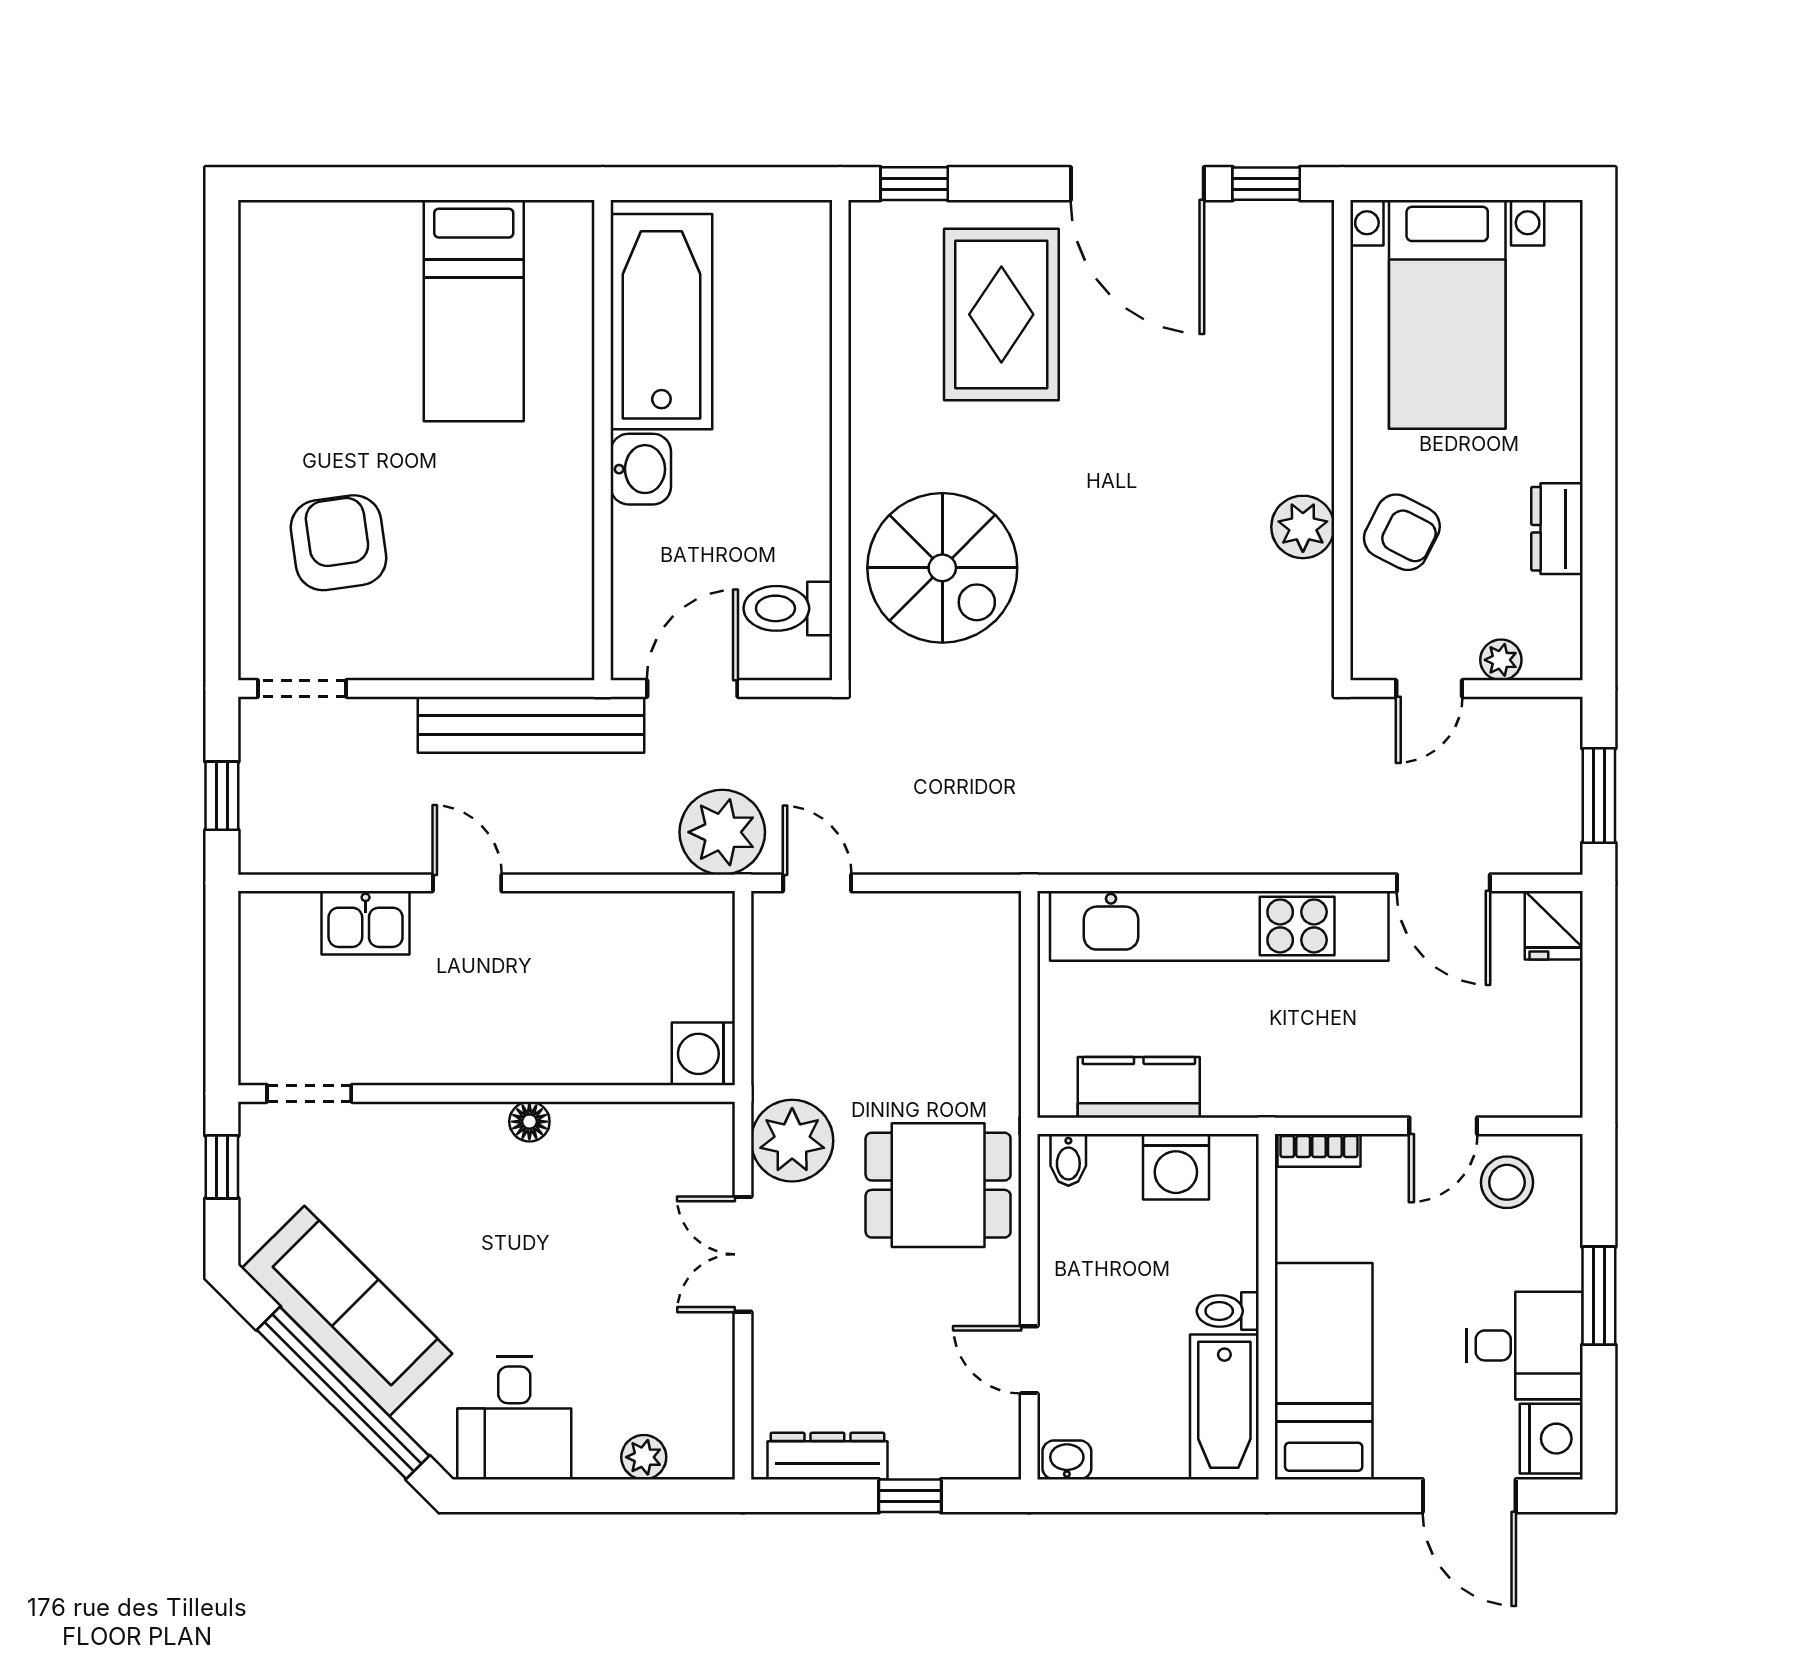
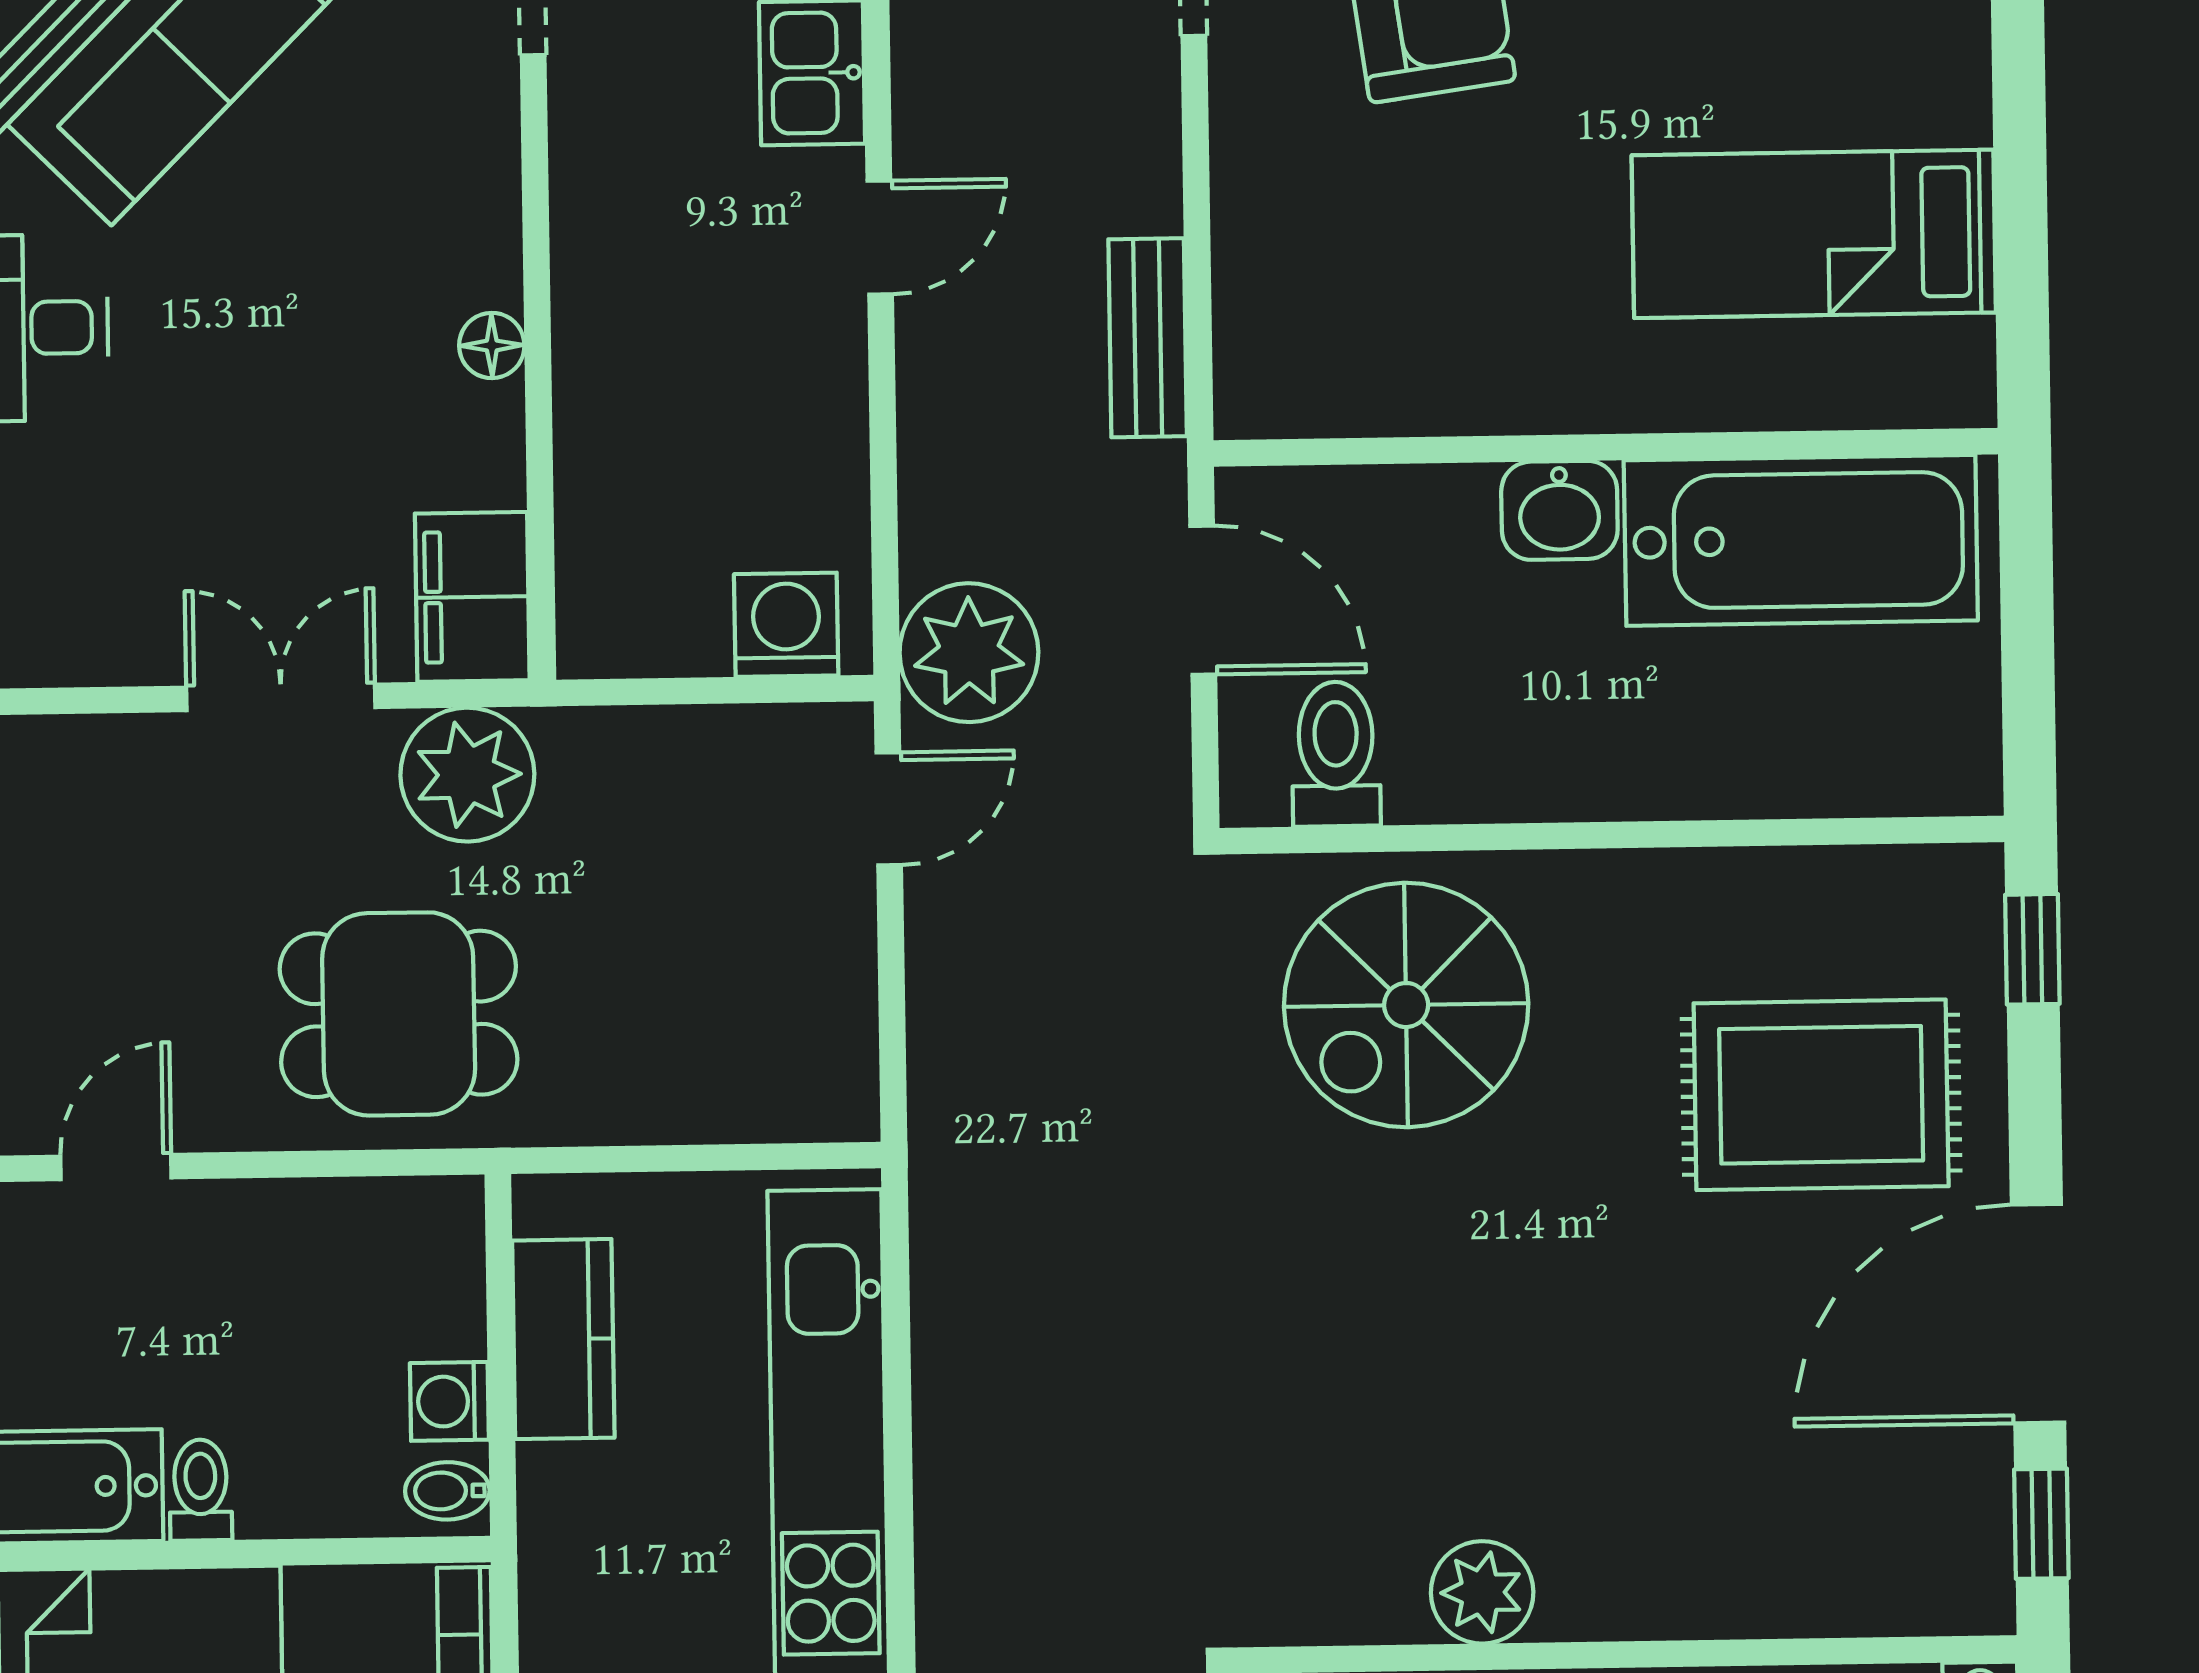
bench: (531, 725) -> (1148, 338), width x0.54, depth x0.82
washing machine: (703, 1054) -> (786, 625), moved
filing cabinet: (683, 1136) -> (472, 597), added
bidet: (1068, 1160) -> (447, 1491), moved
washing machine: (1176, 1167) -> (449, 1401), width x0.73, depth x0.73
dining table: (938, 1185) -> (399, 1014), turned 90

